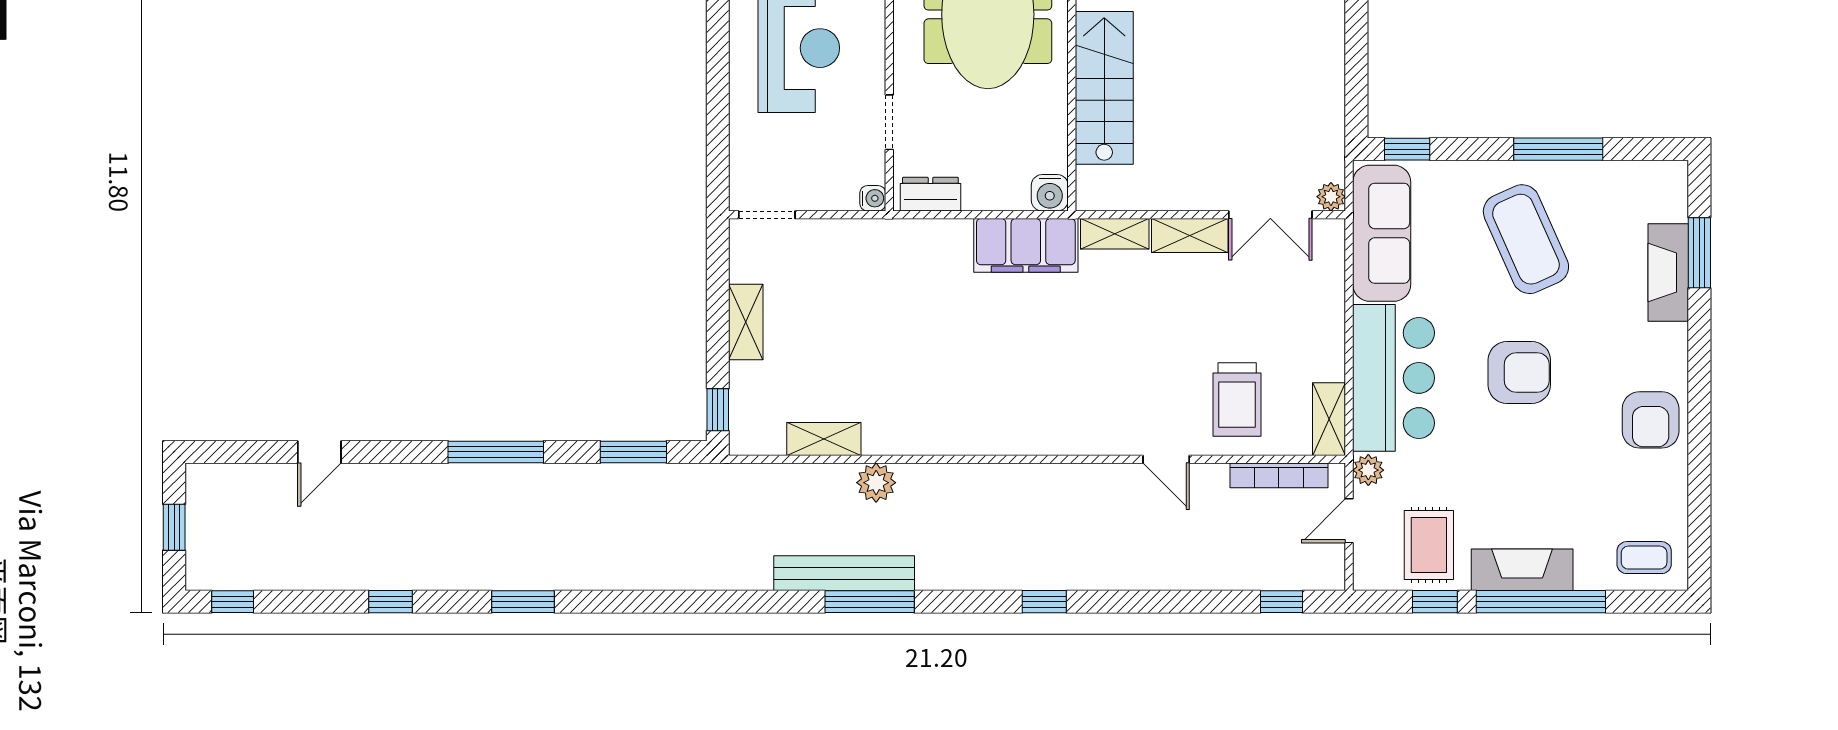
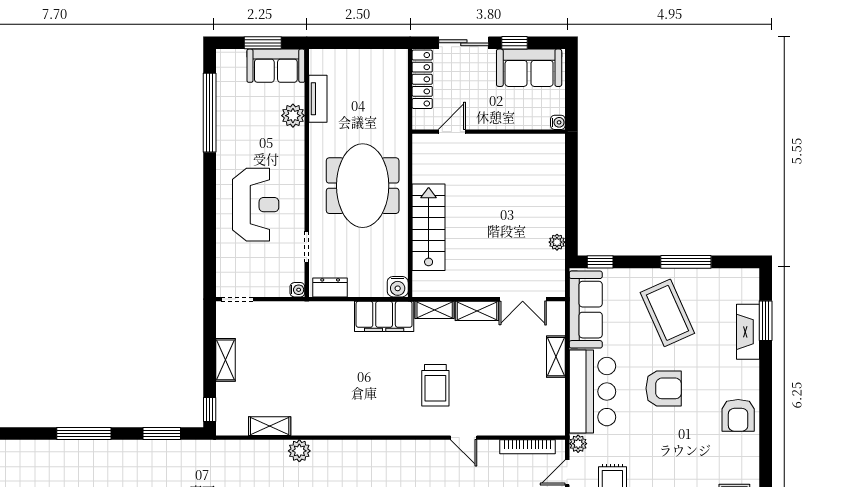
plant: (1331, 197) -> (557, 242), moved
trolley: (1237, 399) -> (435, 385), moved
shelving: (1329, 419) -> (556, 357), moved

